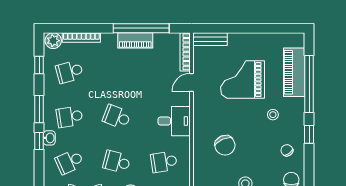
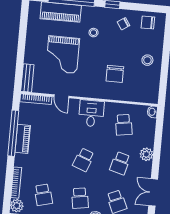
chair: (225, 145) -> (115, 74), turned 114

